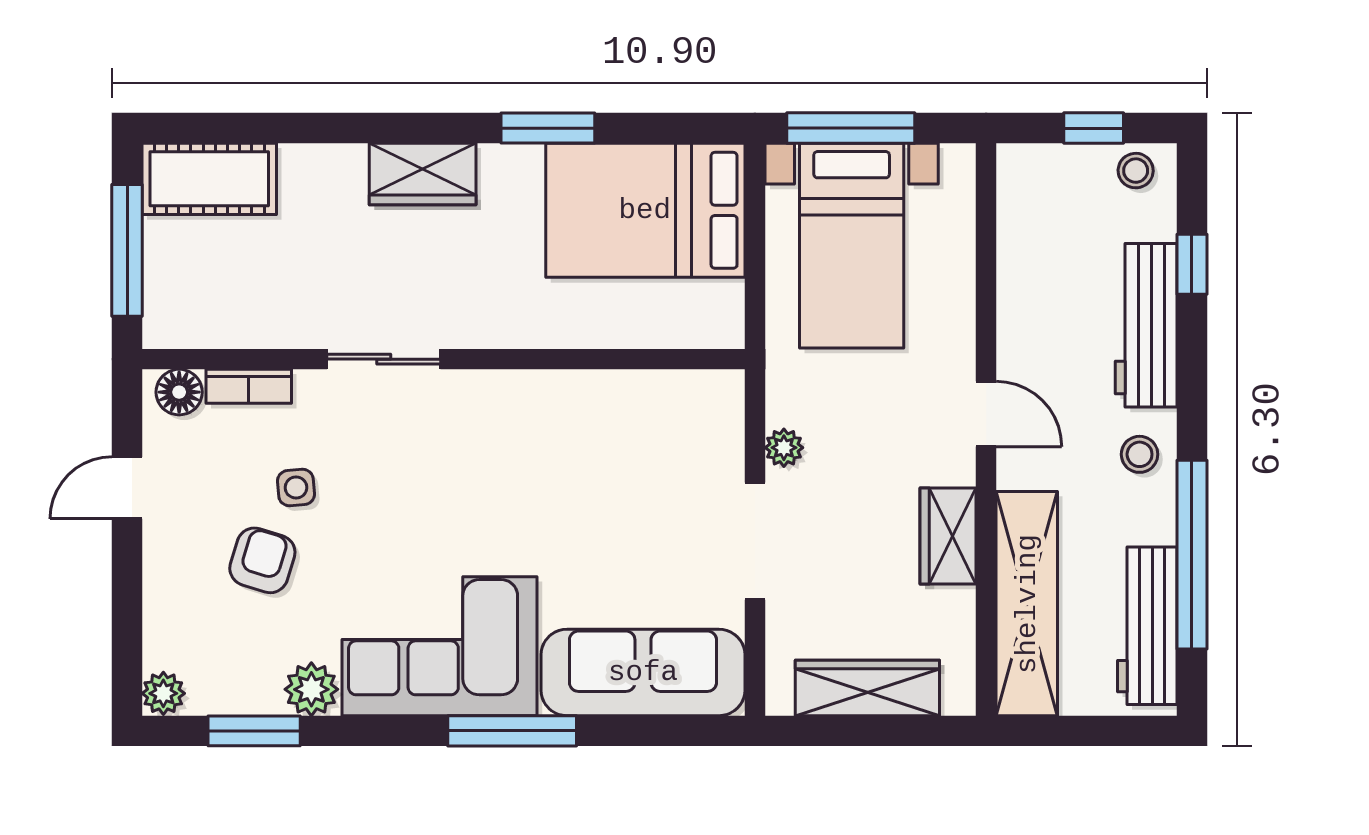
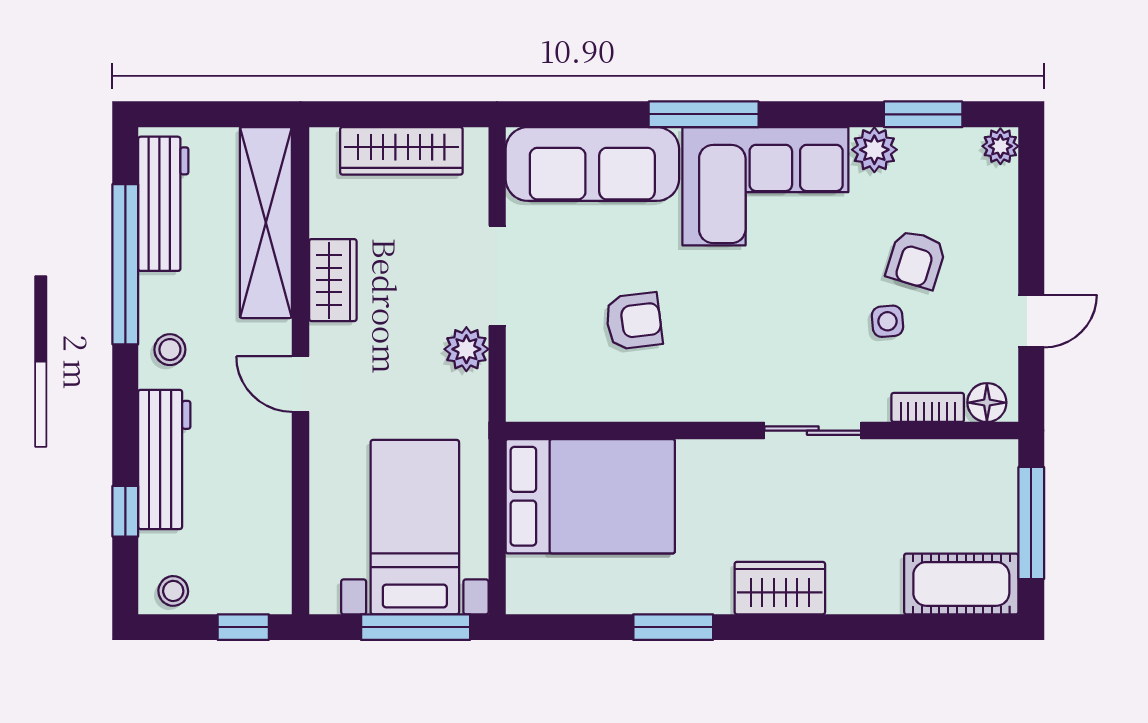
window: (1094, 128) -> (243, 627), moved
bed: (645, 210) -> (590, 496), moved
plant: (784, 448) -> (466, 349), width x1.38, depth x1.38
armchair: (594, 488) -> (634, 321), added

